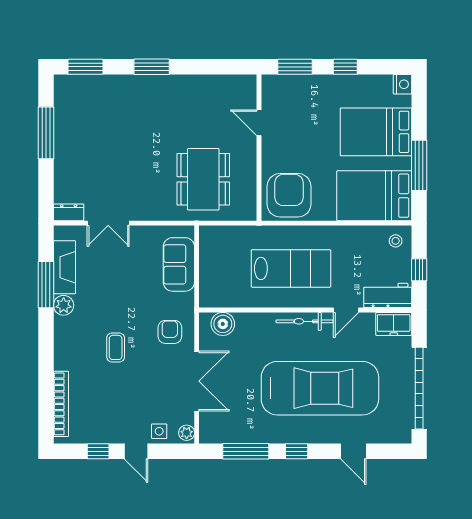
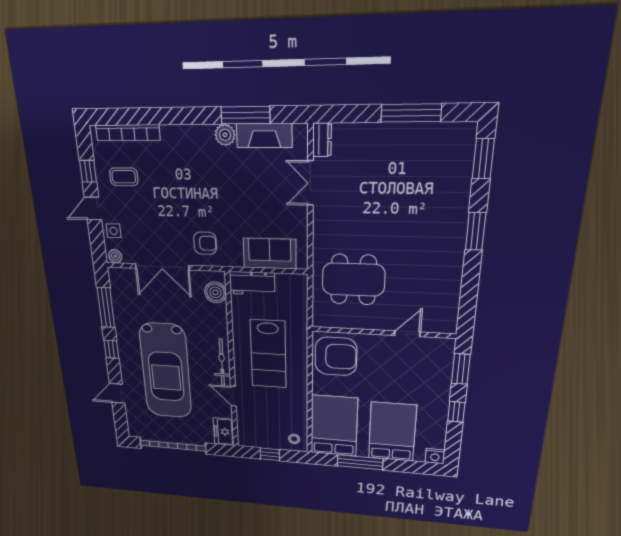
workbench: (388, 295) -> (252, 283), moved, turned 90
coffee table: (116, 347) -> (124, 177), moved

